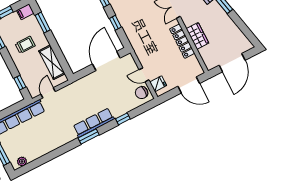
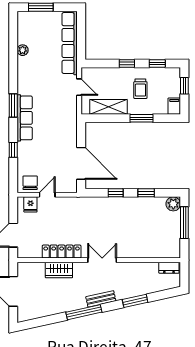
window: (43, 23) -> (142, 118), moved
window: (20, 83) -> (127, 63), moved
plant: (22, 161) -> (23, 50), moved

